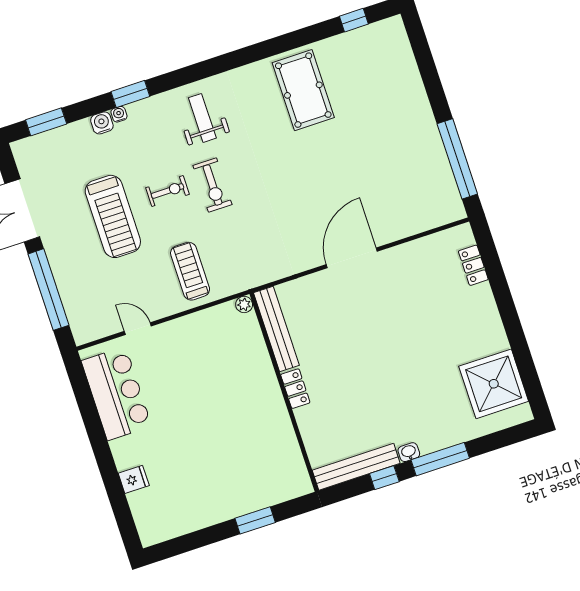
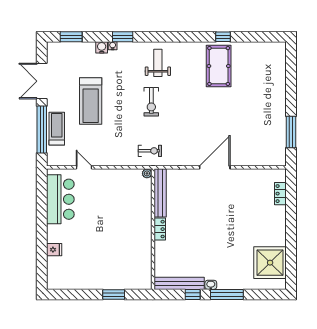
window: (354, 20) -> (223, 37), moved
window: (457, 159) -> (291, 132), width x0.68
exercise bike: (168, 191) -> (150, 151), moved
treadmill: (190, 271) -> (57, 129), moved

